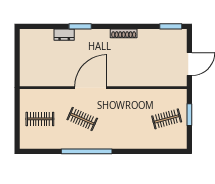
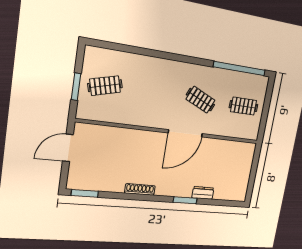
window: (87, 151) -> (239, 69), moved

